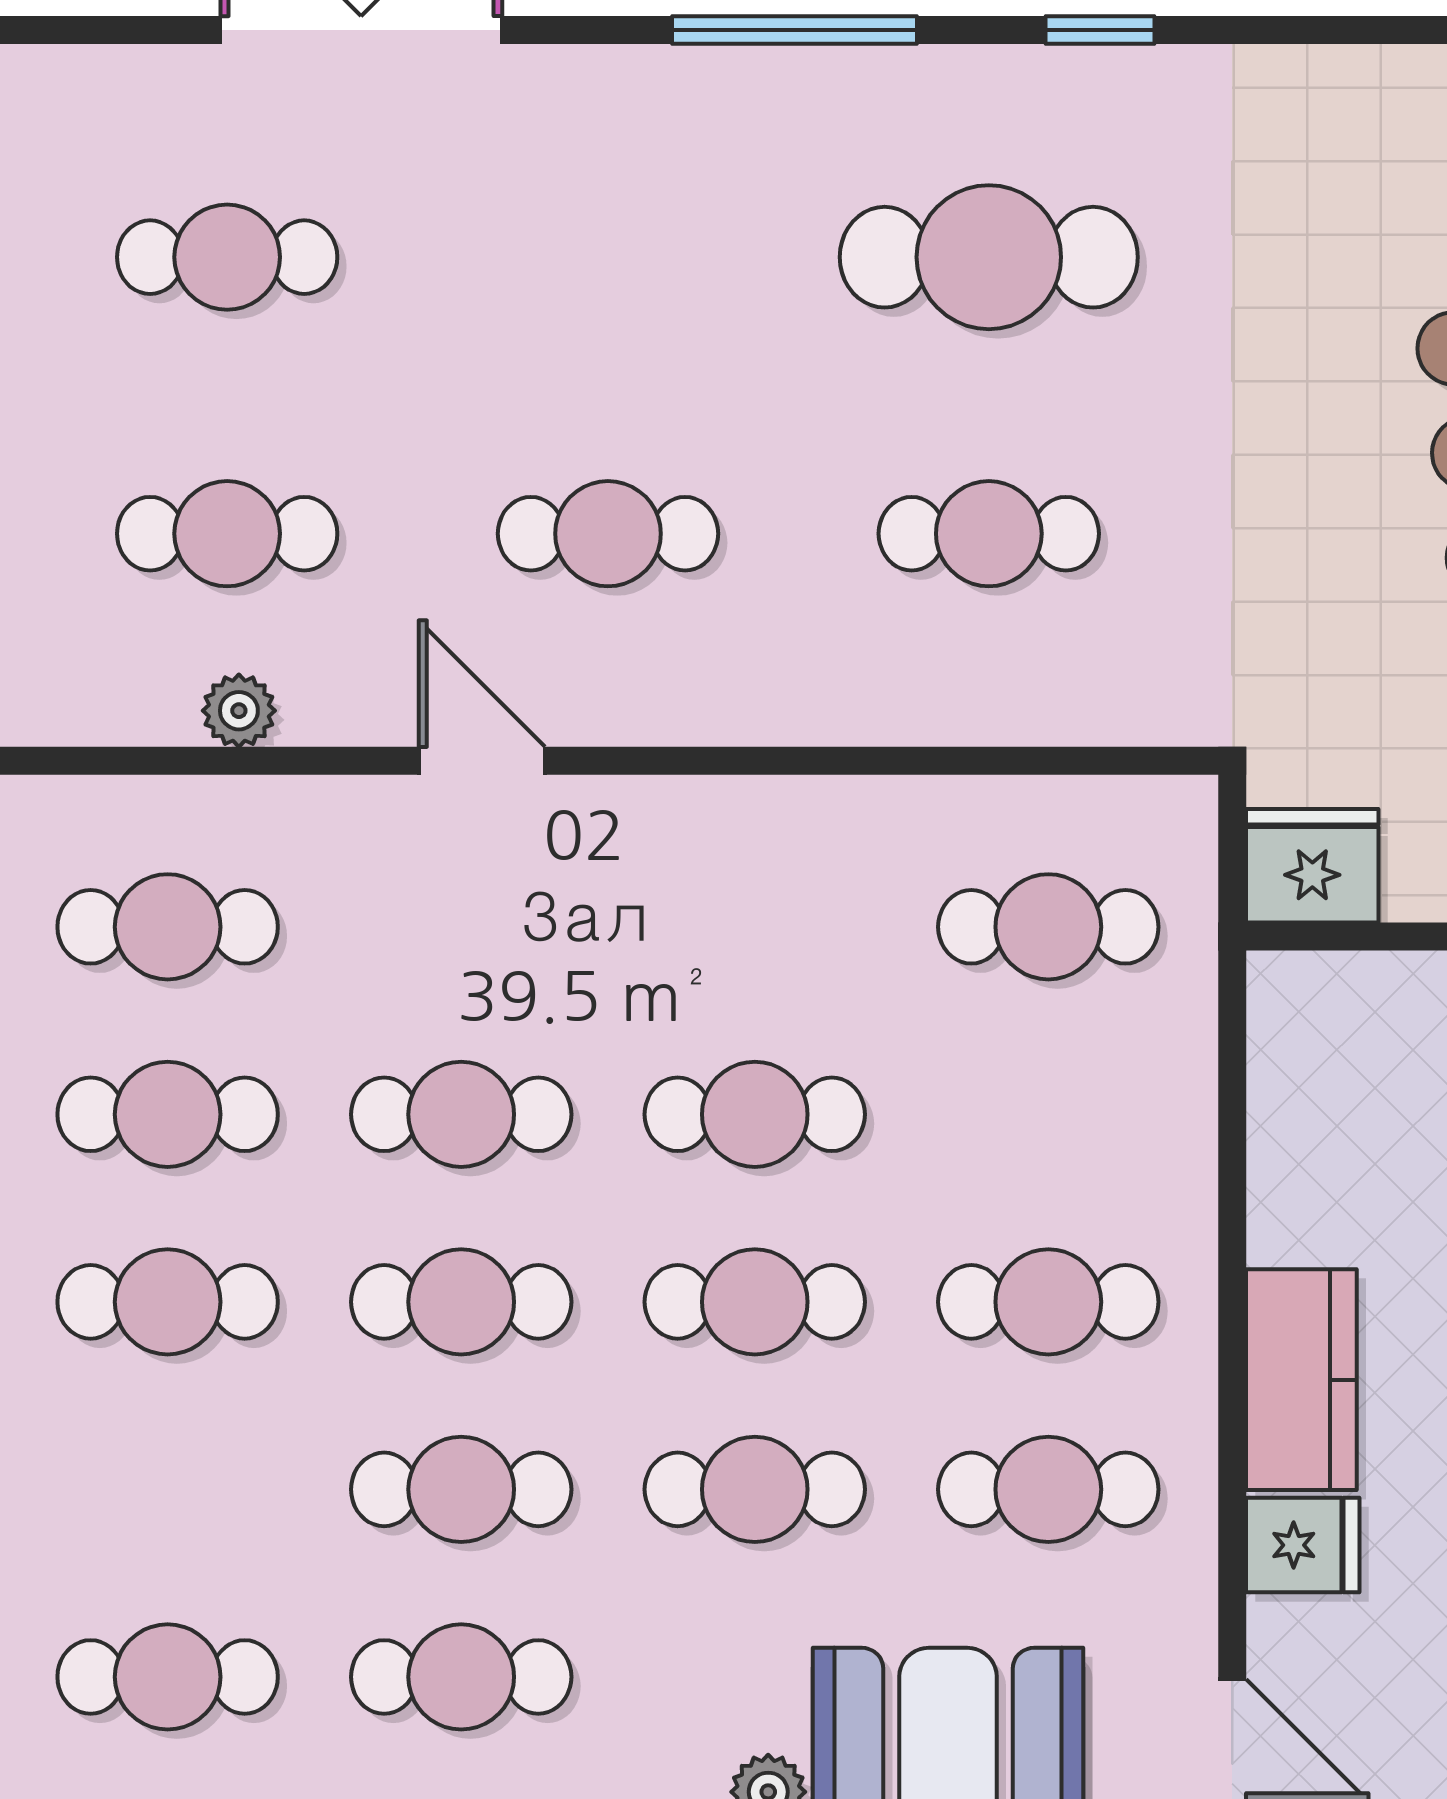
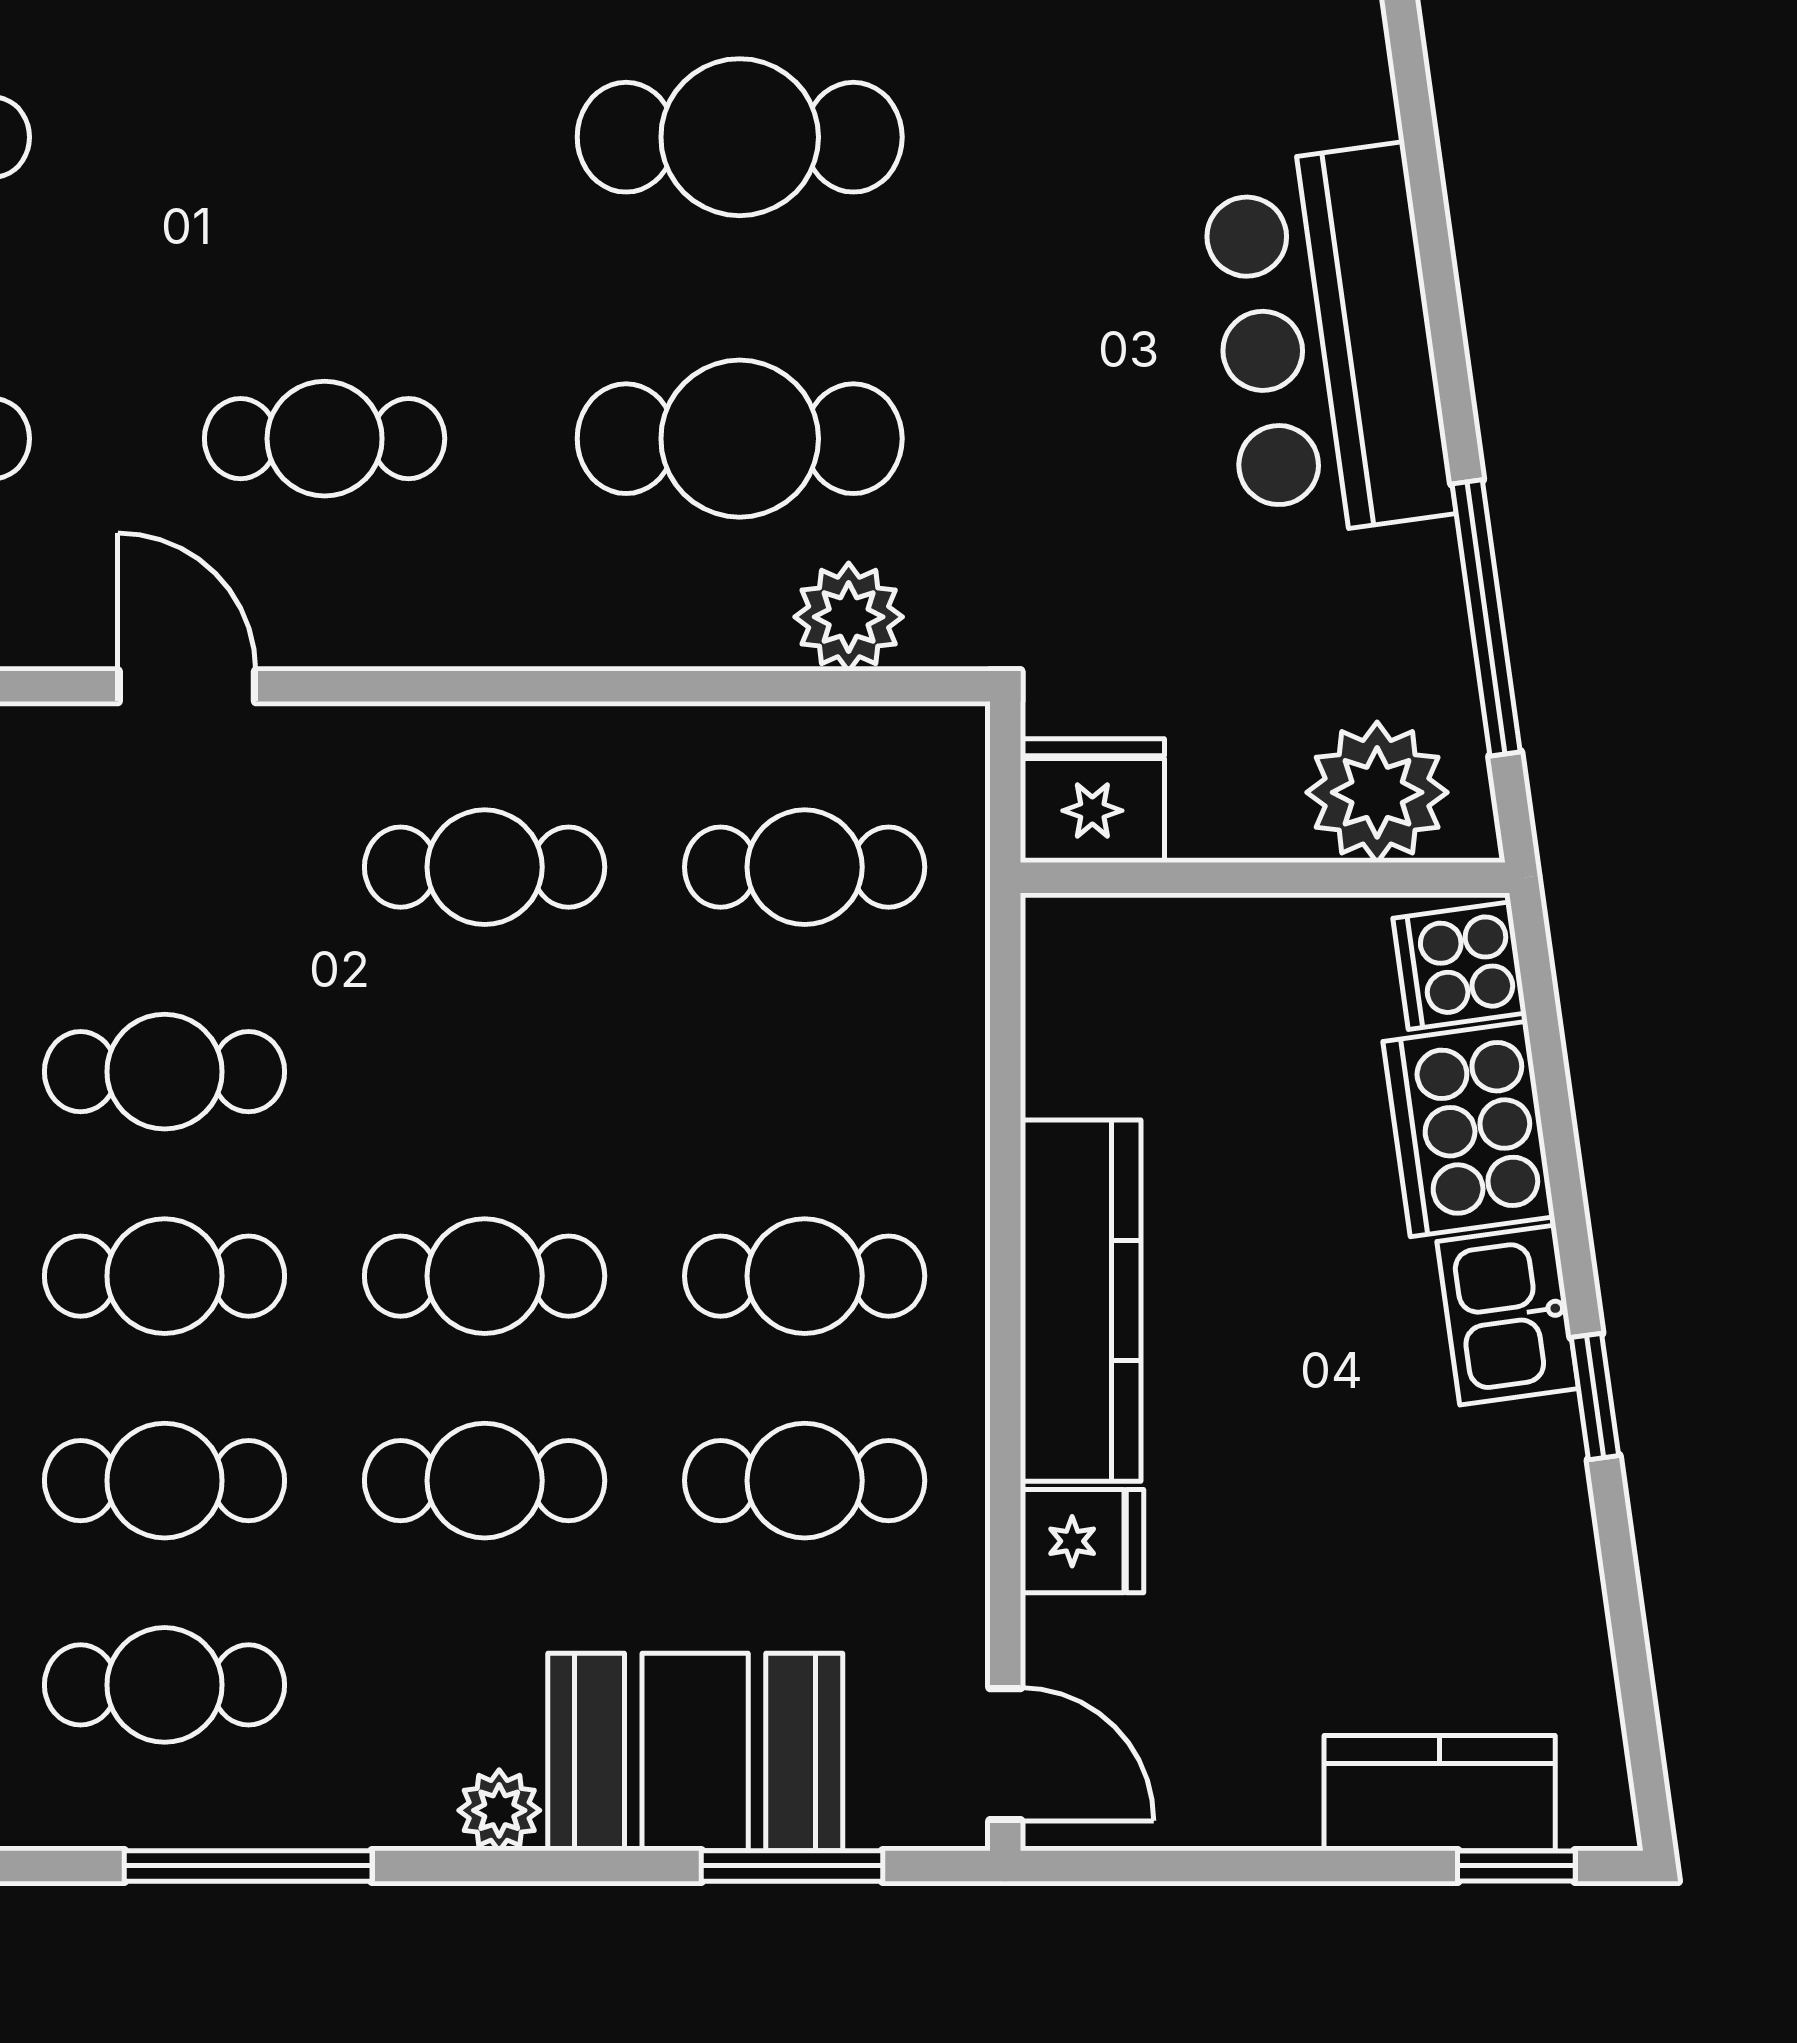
cafe table: (989, 534) -> (740, 439), width x1.37, depth x1.35
plant: (1089, 697) -> (849, 617), added
cafe table: (755, 1114) -> (485, 867), moved
kitchen counter: (1301, 1380) -> (1081, 1301), width x1.50

